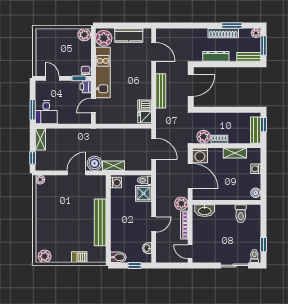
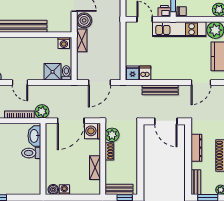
washing machine: (256, 169) -> (64, 190), moved
toilet: (241, 214) -> (31, 153), moved

